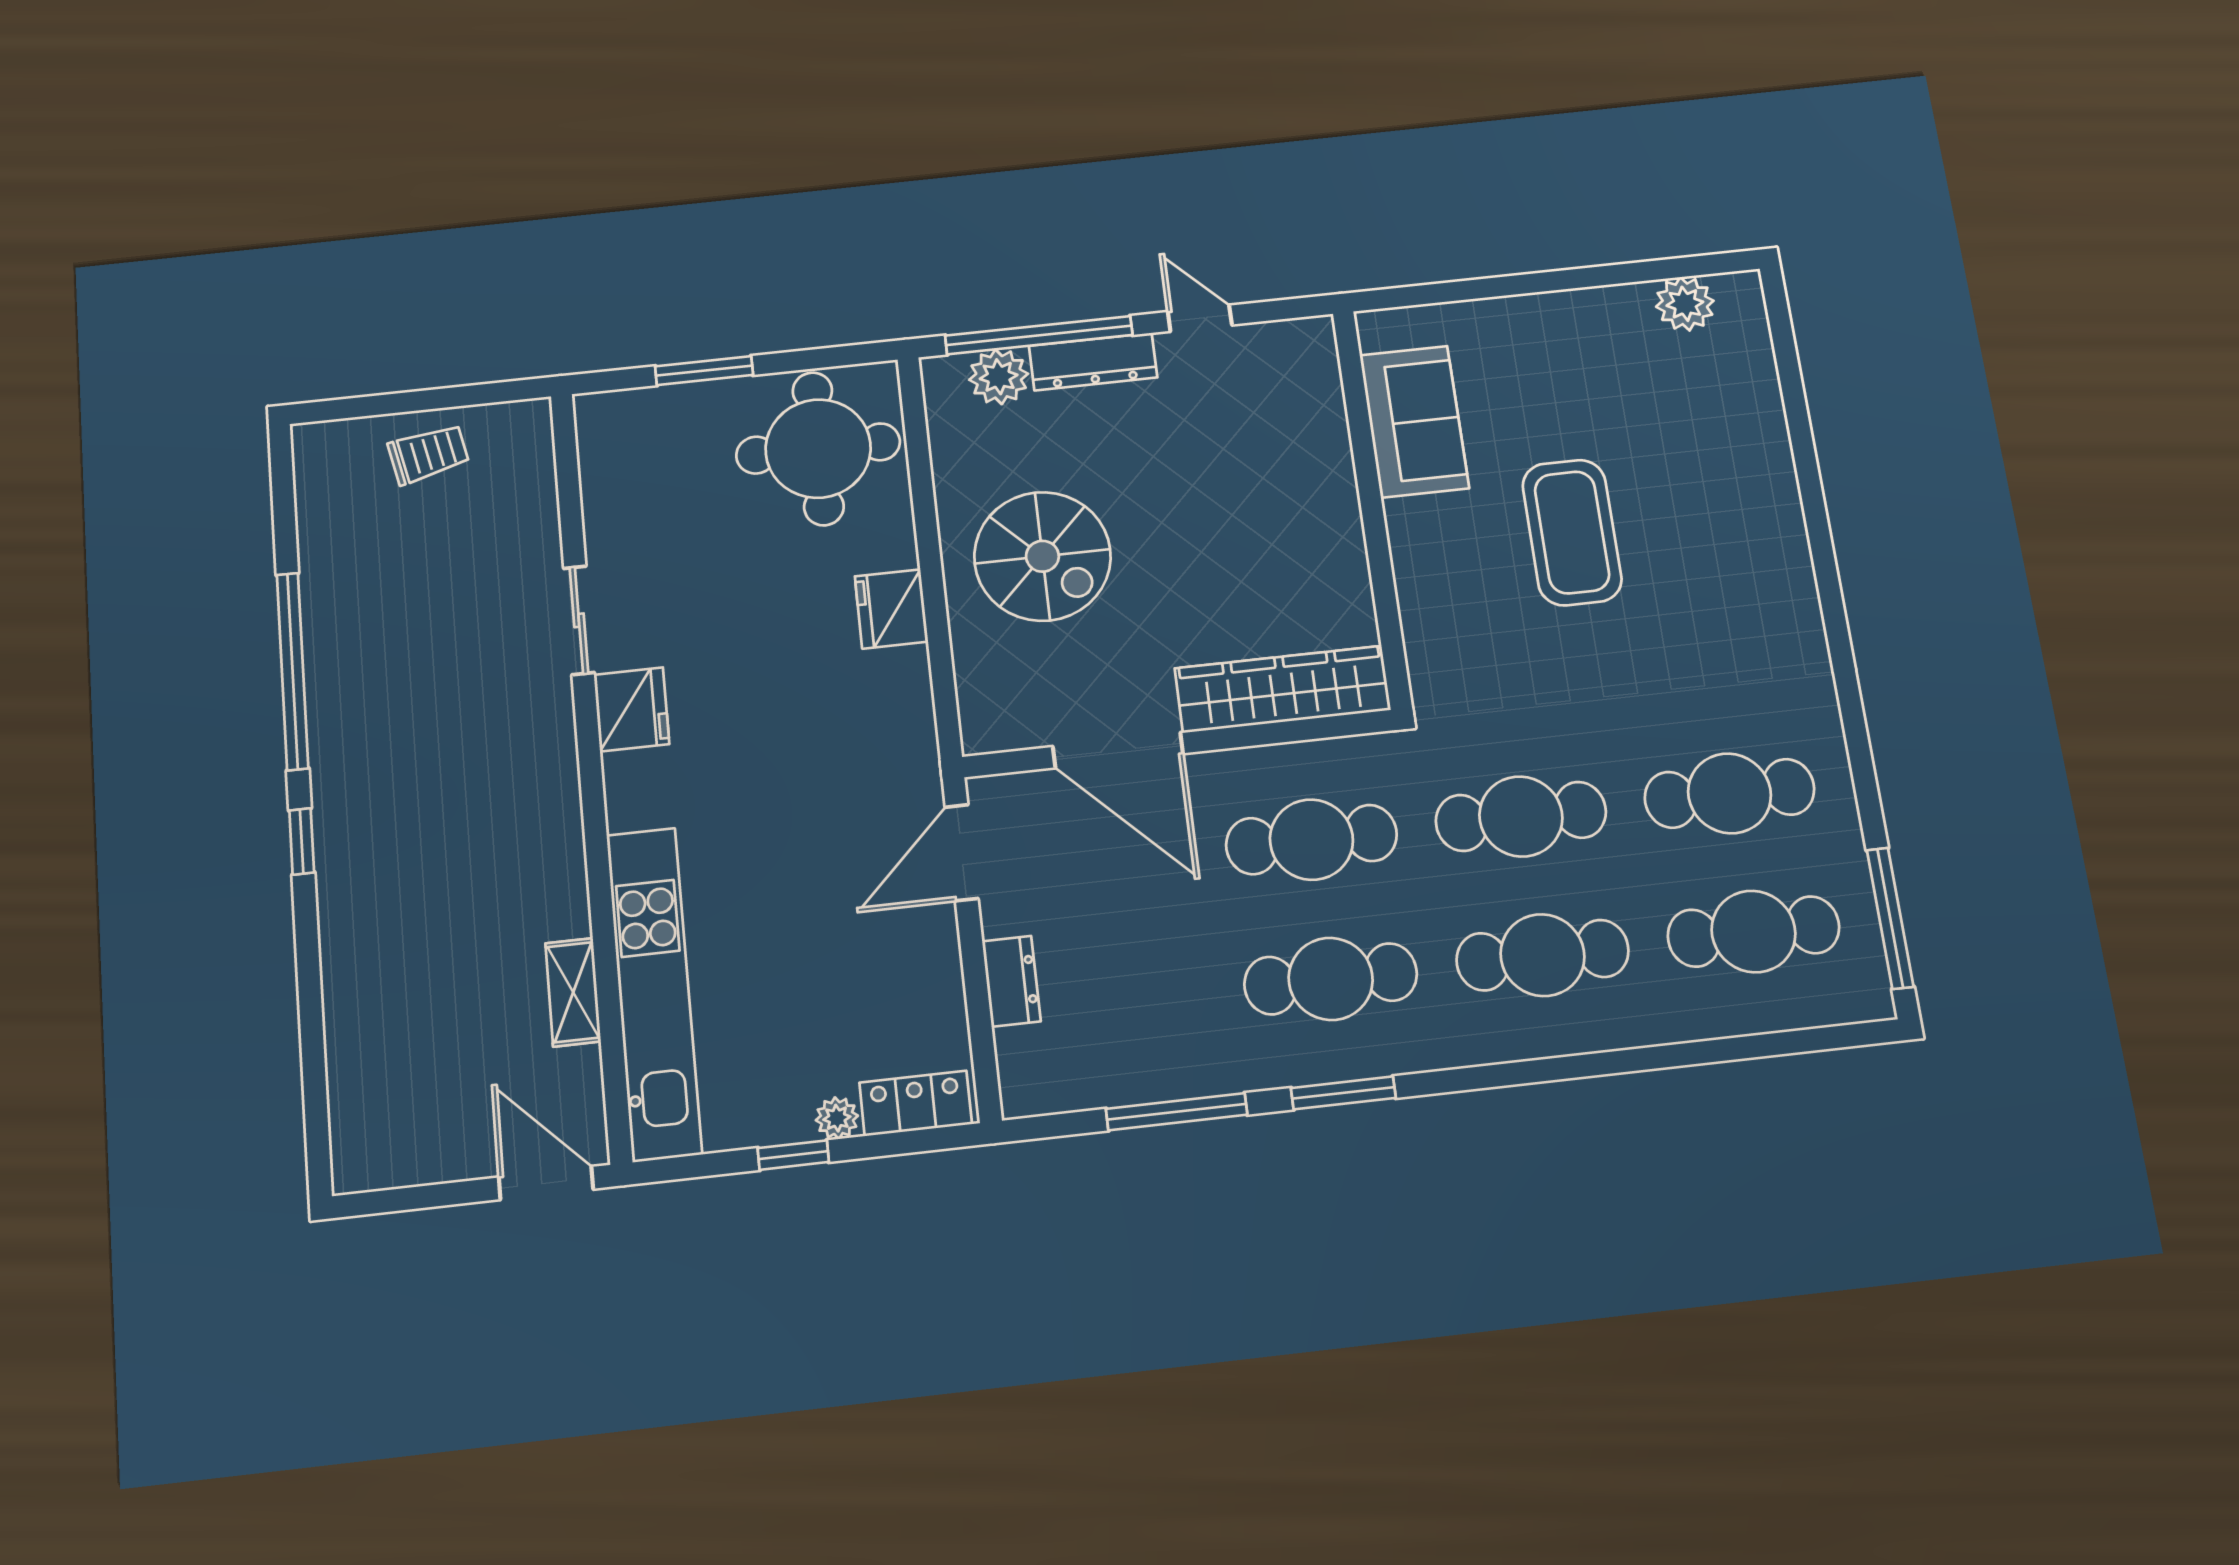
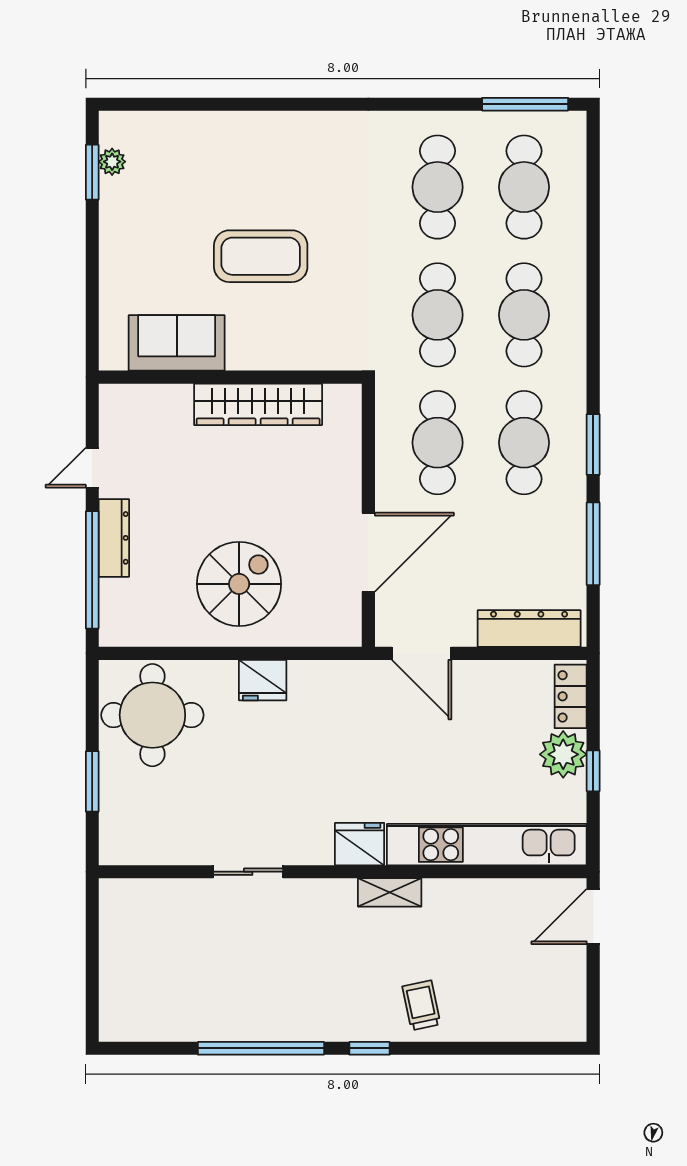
window: (1662, 269) -> (92, 172), added
plant: (1685, 304) -> (112, 162), width x0.73, depth x0.73
plant: (999, 377) -> (117, 598), removed
trolley: (428, 454) -> (421, 1005), moved
wardrobe: (1283, 689) -> (258, 404), moved, turned -90
fridge: (632, 709) -> (360, 844), moved
dresser: (1011, 981) -> (529, 629), width x1.96, depth x1.24
shelving: (573, 992) -> (390, 892), moved
plant: (837, 1118) -> (563, 754), width x1.87, depth x1.87

